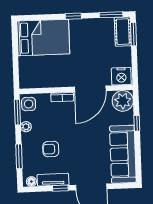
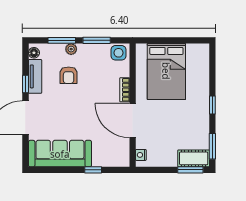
bed: (43, 37) -> (166, 71), moved
nightstand: (121, 76) -> (141, 155), width x0.53, depth x0.56
plant: (123, 101) -> (118, 156), removed
window: (17, 112) -> (97, 40), moved
plant: (26, 127) -> (71, 49), moved
armchair: (51, 149) -> (69, 75), turned 180

